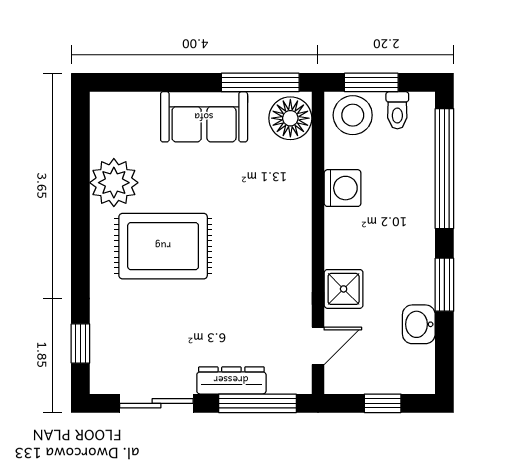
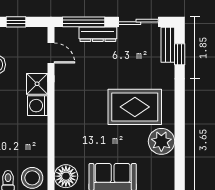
washing machine: (343, 188) -> (38, 106), moved
door: (318, 346) -> (51, 53), swing flipped
bench: (102, 361) -> (168, 45), added

